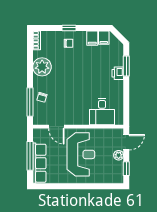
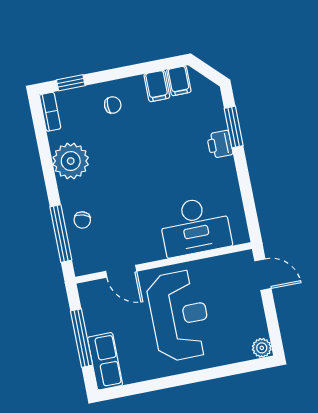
window: (69, 28) -> (71, 83), moved
desk: (102, 112) -> (195, 226), width x1.37
door: (126, 142) -> (263, 275), hinge flipped
plant: (119, 155) -> (262, 348), moved
row of seats: (39, 163) -> (105, 361), width x0.68
window: (126, 169) -> (273, 326), removed

